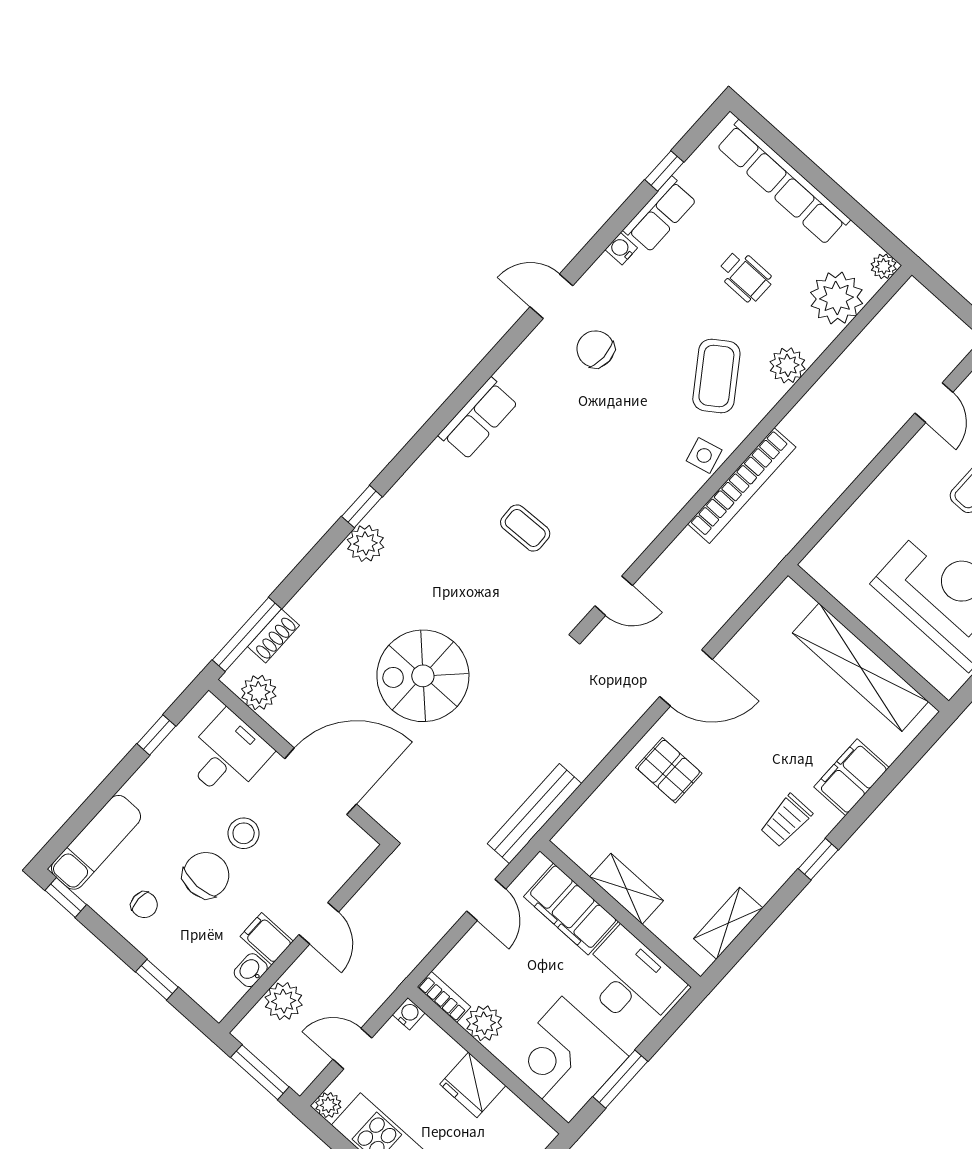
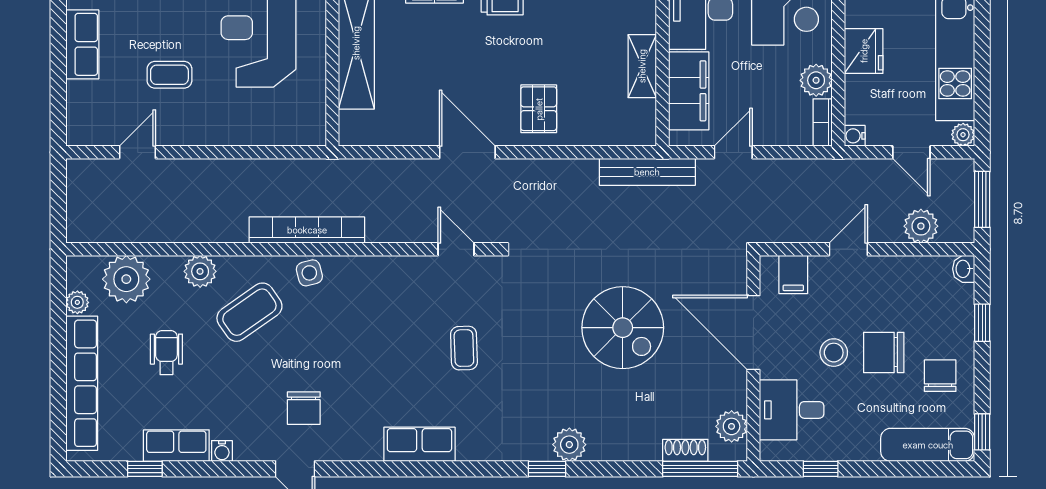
plant: (884, 266) -> (77, 302), moved
chair: (144, 905) -> (940, 376), width x1.37, depth x1.37
filing cabinet: (267, 939) -> (793, 274), moved
washbasin: (251, 970) -> (964, 269), moved, turned 90

